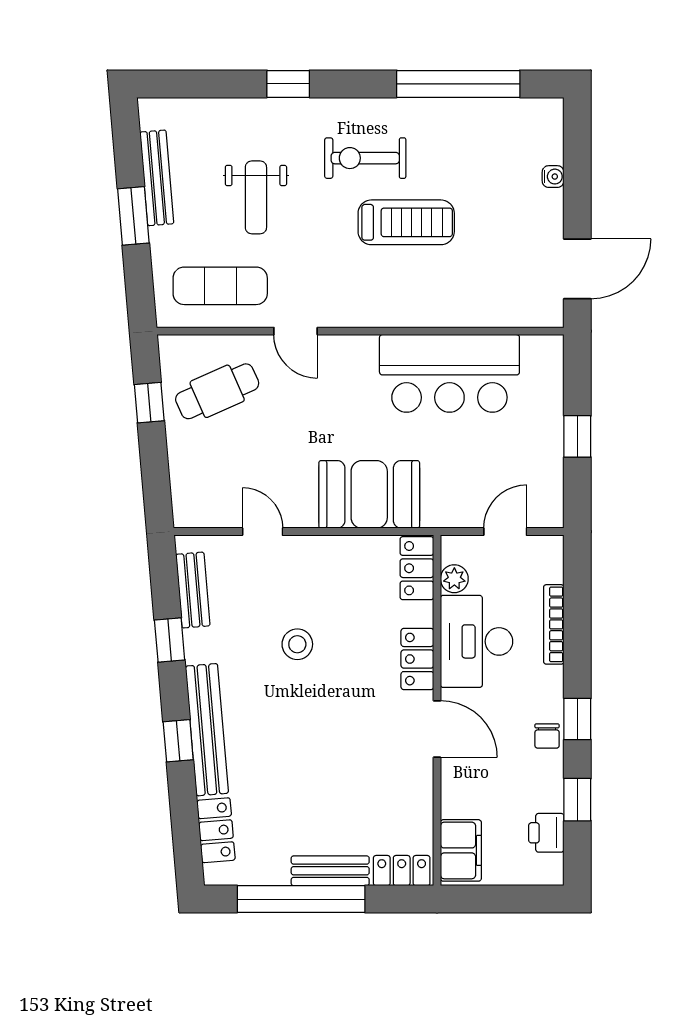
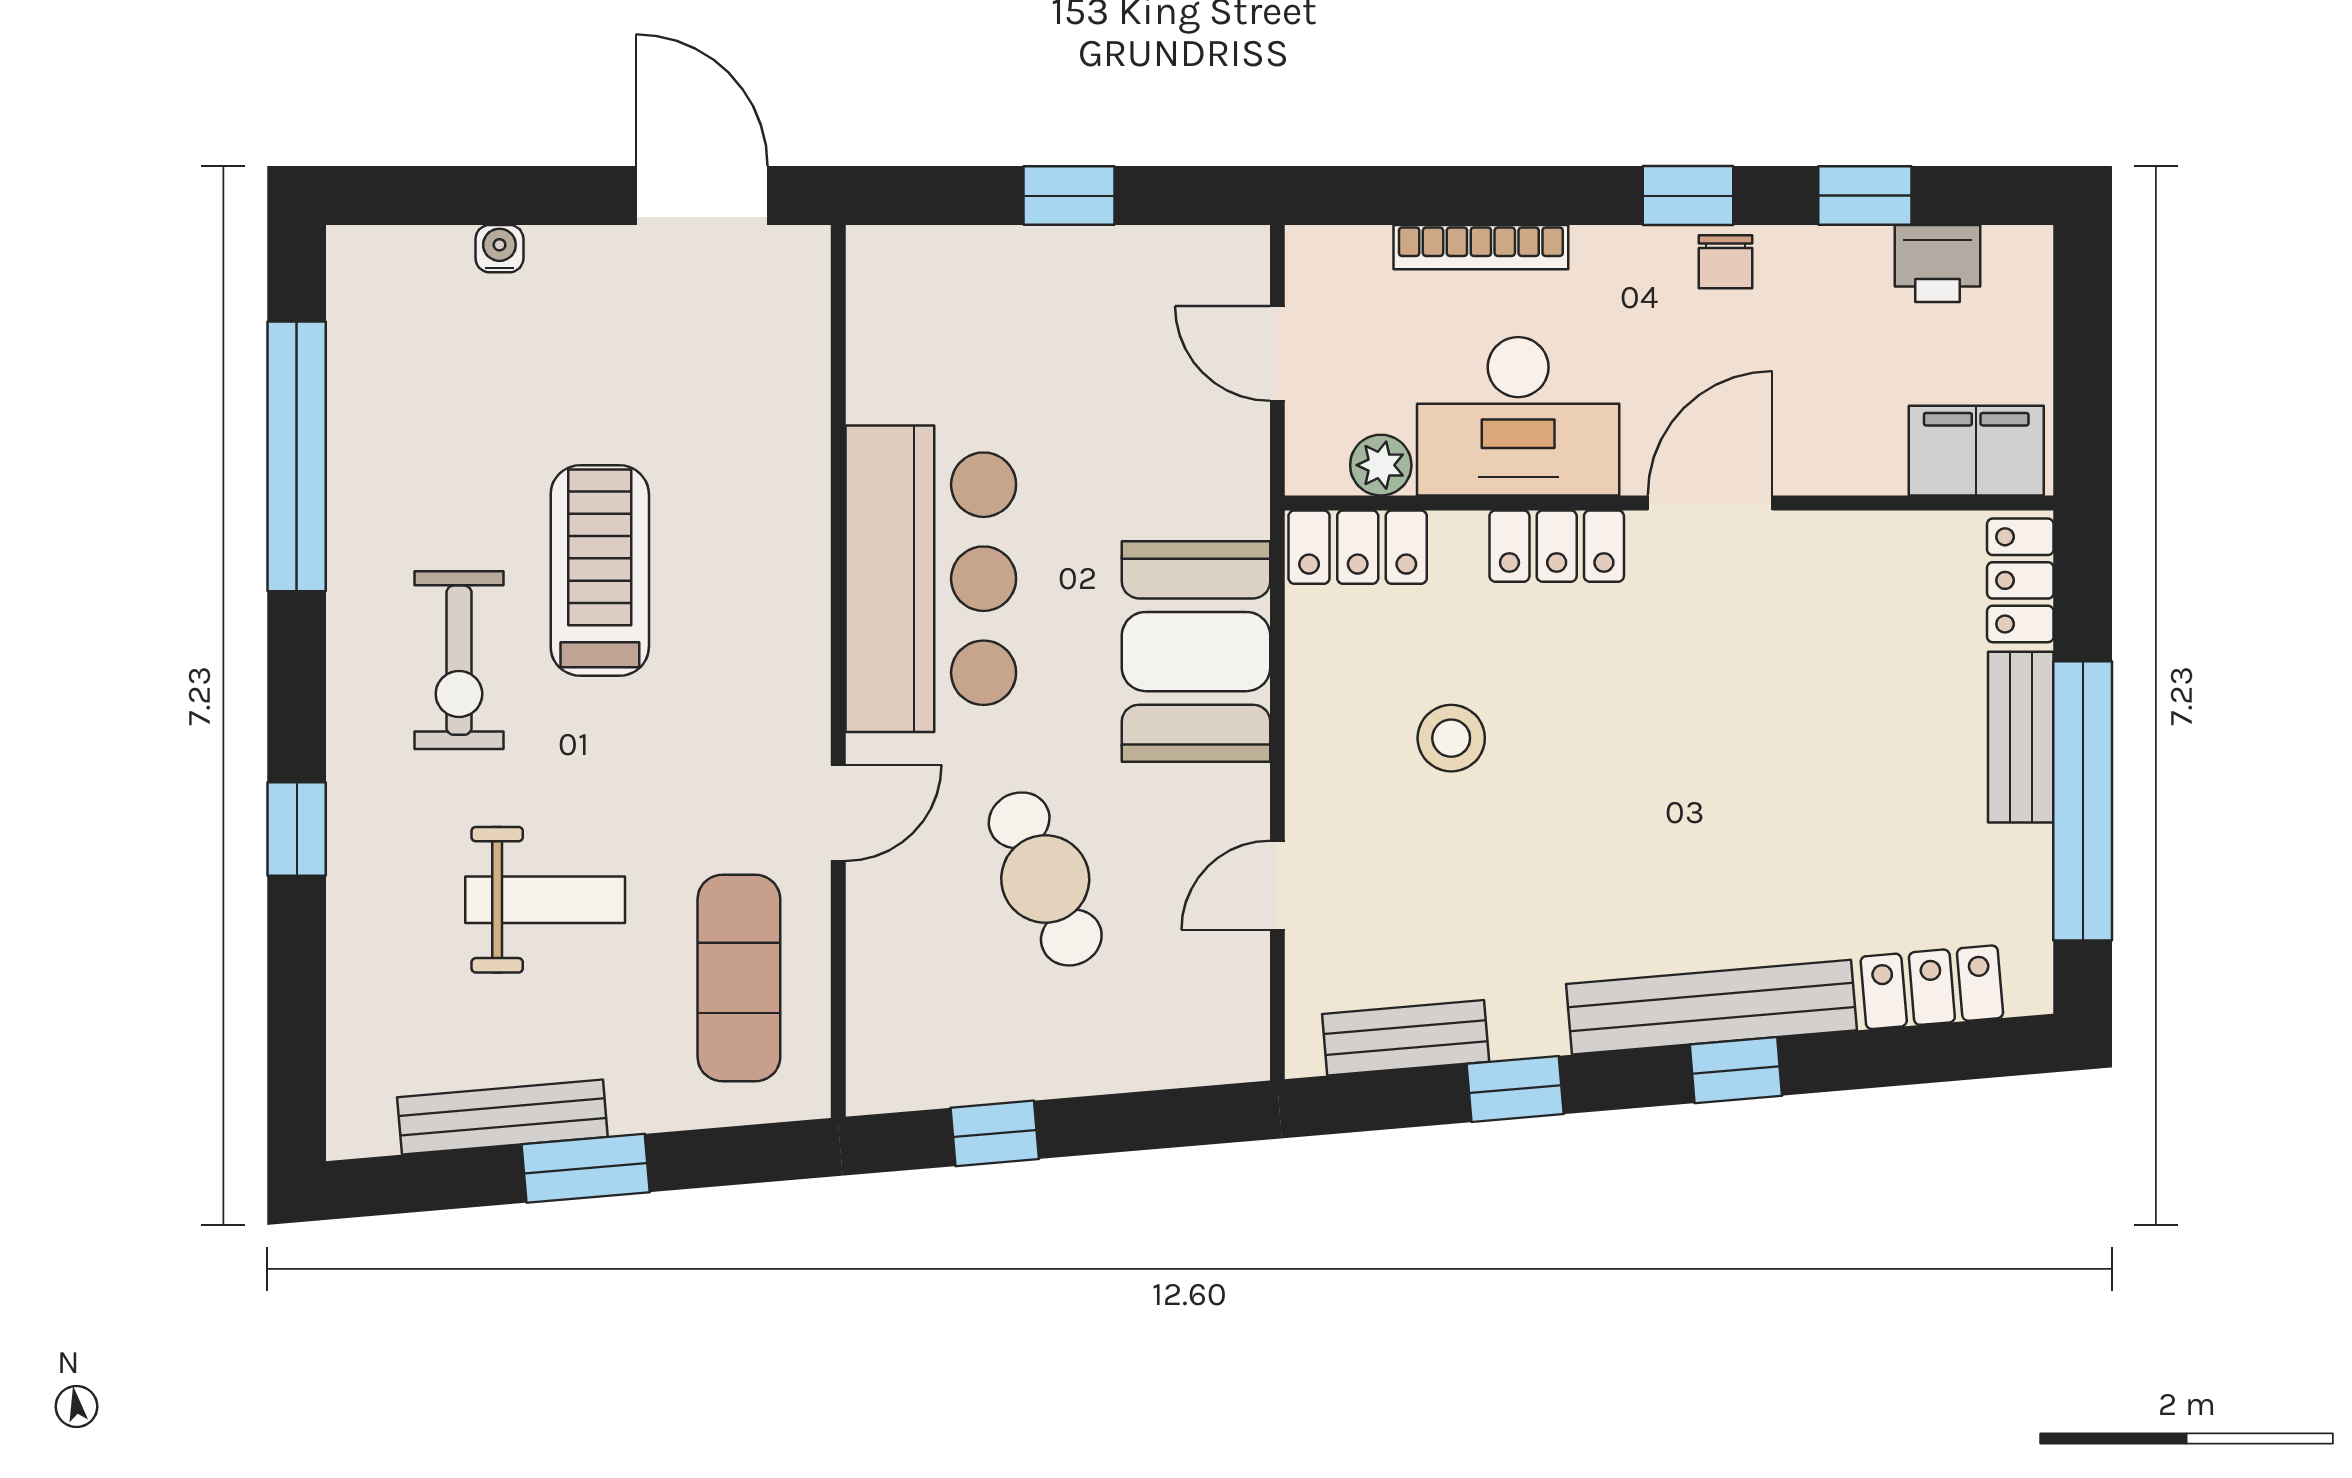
bar counter: (449, 373) -> (931, 579), moved
cafe table: (217, 391) -> (1045, 879), moved
stool: (297, 644) -> (1451, 738), moved
chair: (547, 736) -> (1726, 262), turned 90

